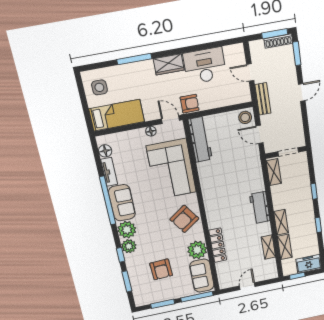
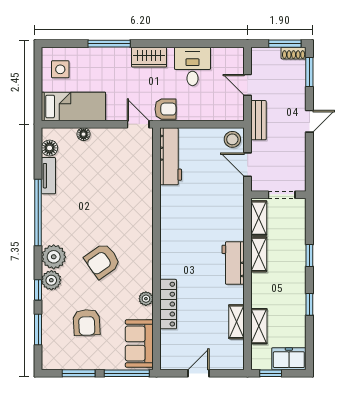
shoe rack: (278, 41) -> (294, 53), width x0.70
desk: (205, 66) -> (192, 66), width x0.73
floor lamp: (151, 131) -> (84, 134), moved
corner sofa: (171, 169) -> (127, 188), removed
sofa: (122, 203) -> (55, 219), removed
armchair: (184, 219) -> (102, 261), moved
shelving: (281, 222) -> (259, 254), moved
plant: (197, 250) -> (146, 299), width x0.53, depth x0.53

